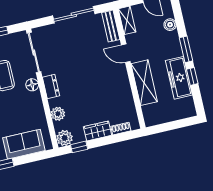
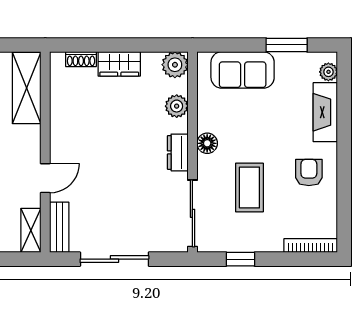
door: (126, 53) -> (45, 178), hinge flipped
shelving: (144, 83) -> (27, 88), moved
floor lamp: (32, 85) -> (207, 143), moved
window: (79, 147) -> (155, 45), removed

